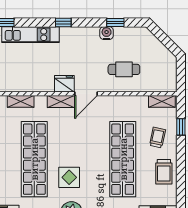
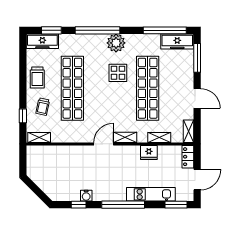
window: (63, 22) -> (123, 205), width x3.17
cafe table: (124, 69) -> (71, 165), removed
fridge: (64, 84) -> (149, 152), moved
trolley: (164, 172) -> (37, 78), turned 180

